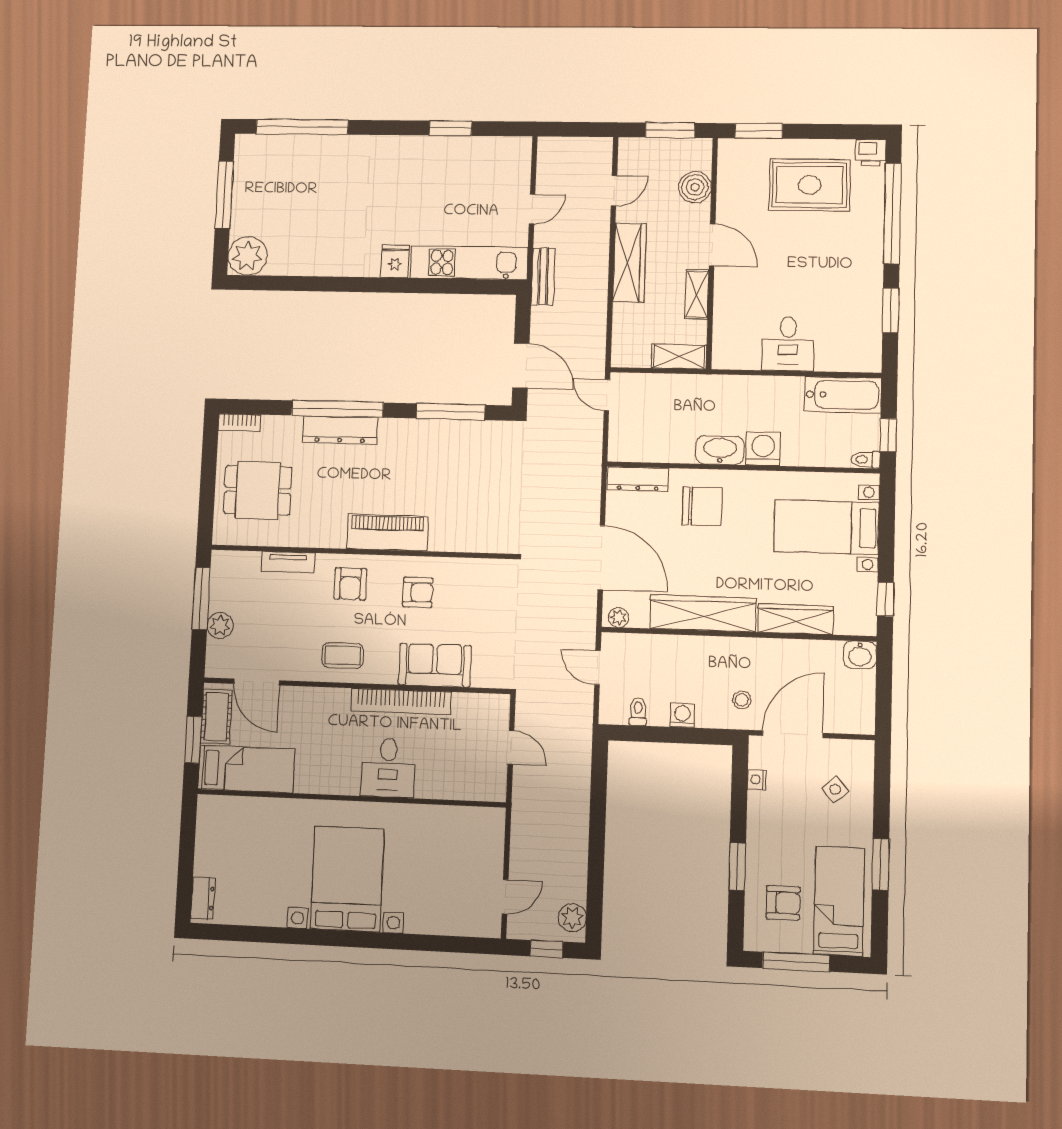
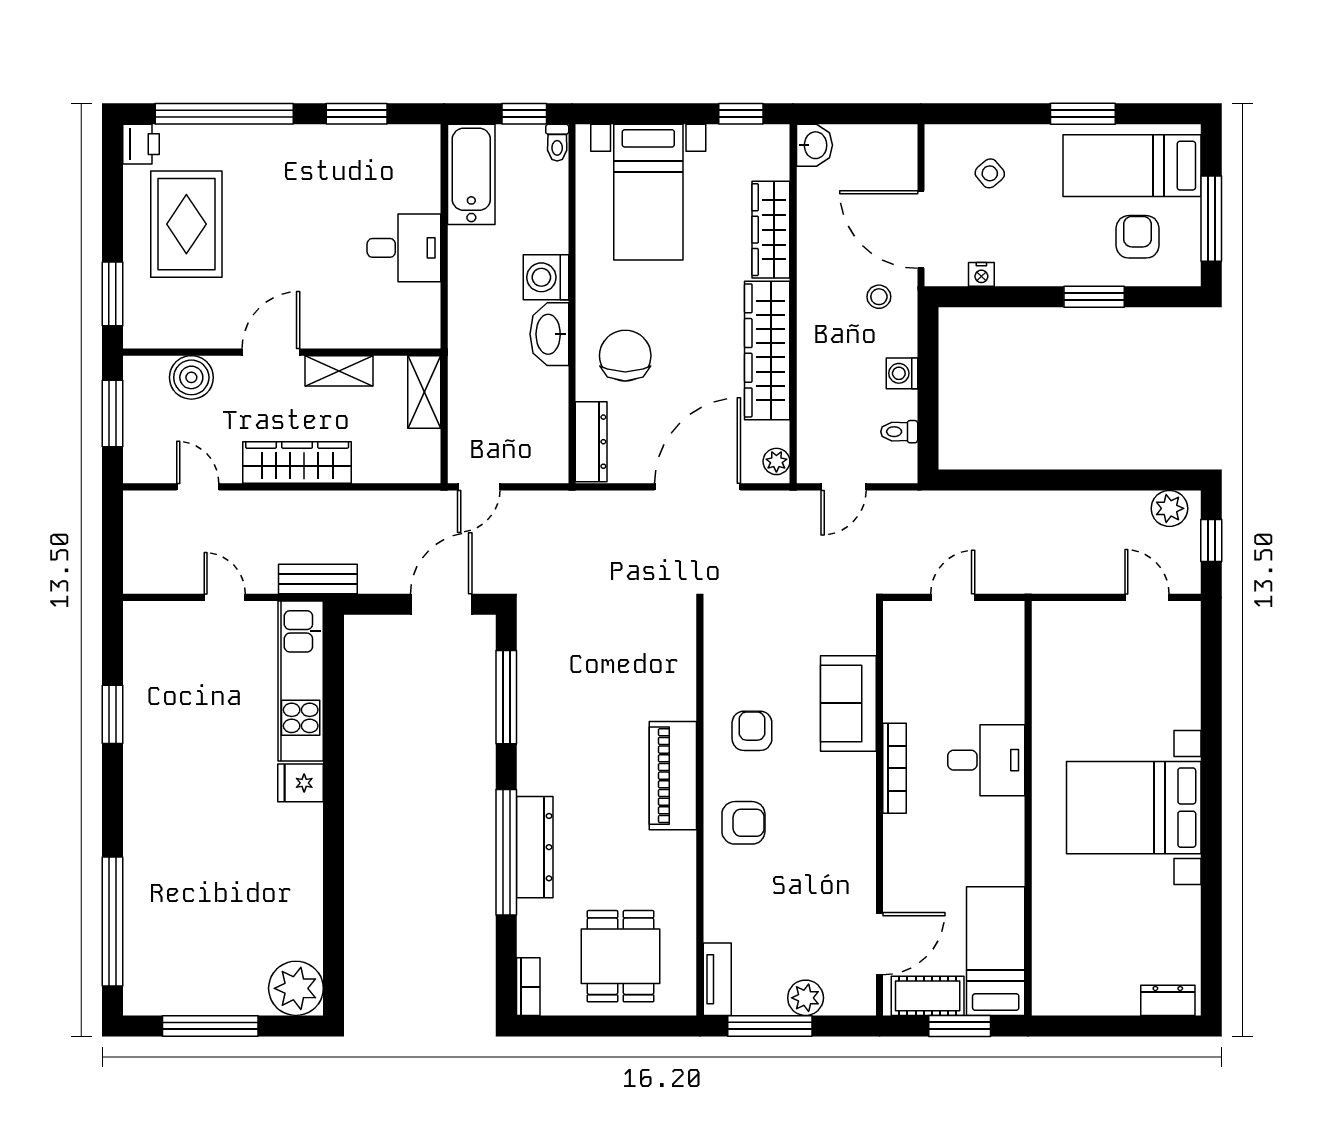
tv unit: (288, 562) -> (717, 979), moved
coffee table: (343, 655) -> (840, 828), removed
bookcase: (401, 702) -> (895, 768), width x0.68, depth x0.76

